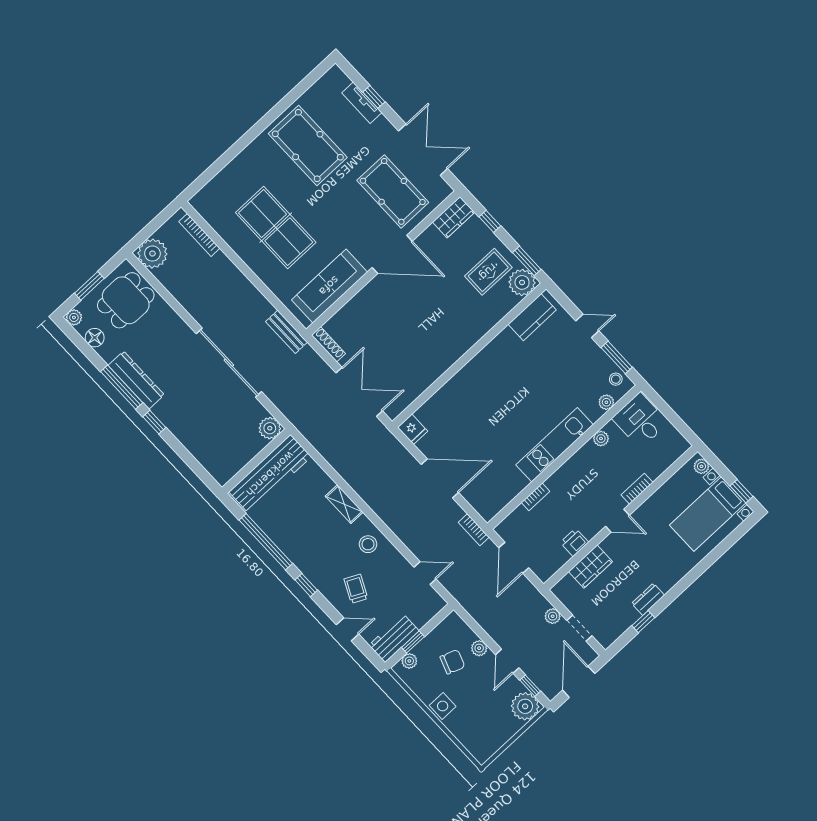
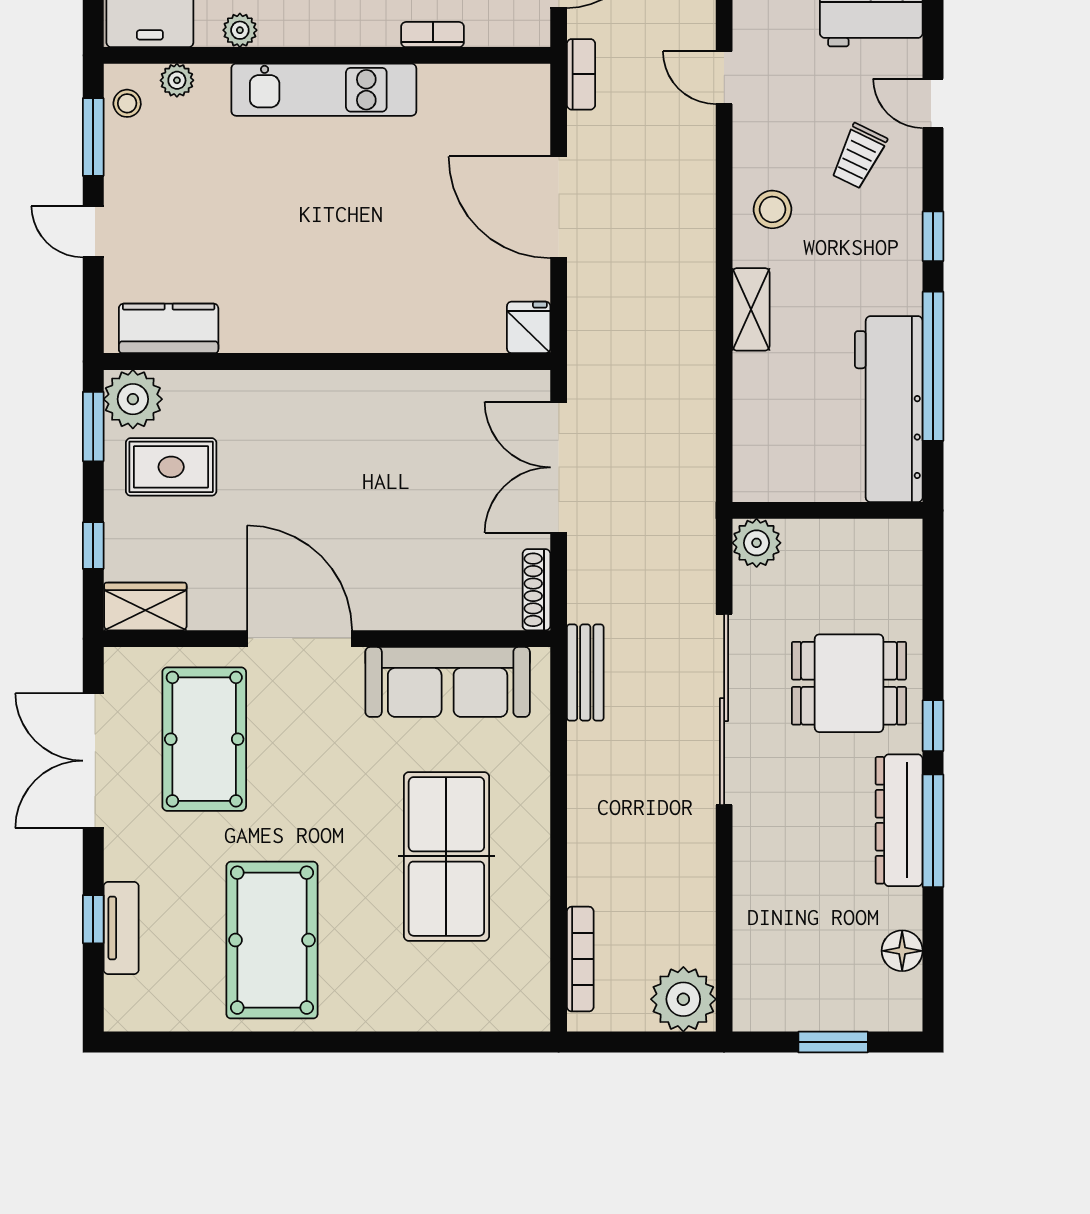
dining table: (126, 300) -> (849, 683), moved
plant: (74, 317) -> (905, 1014), removed
workbench: (270, 474) -> (889, 409), moved, turned -90

